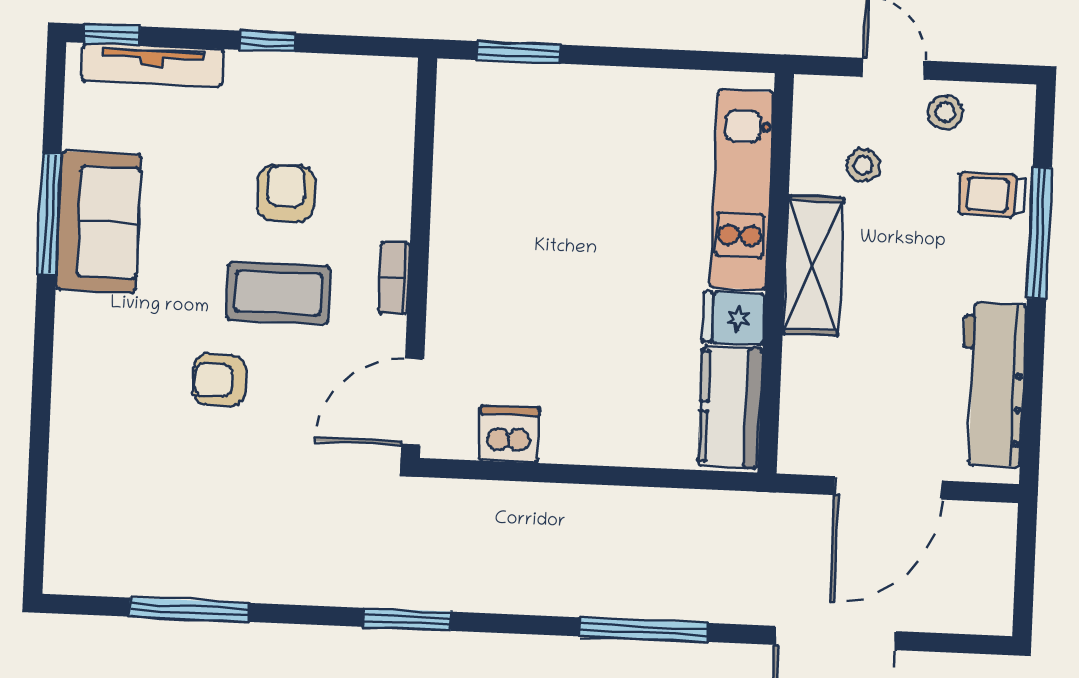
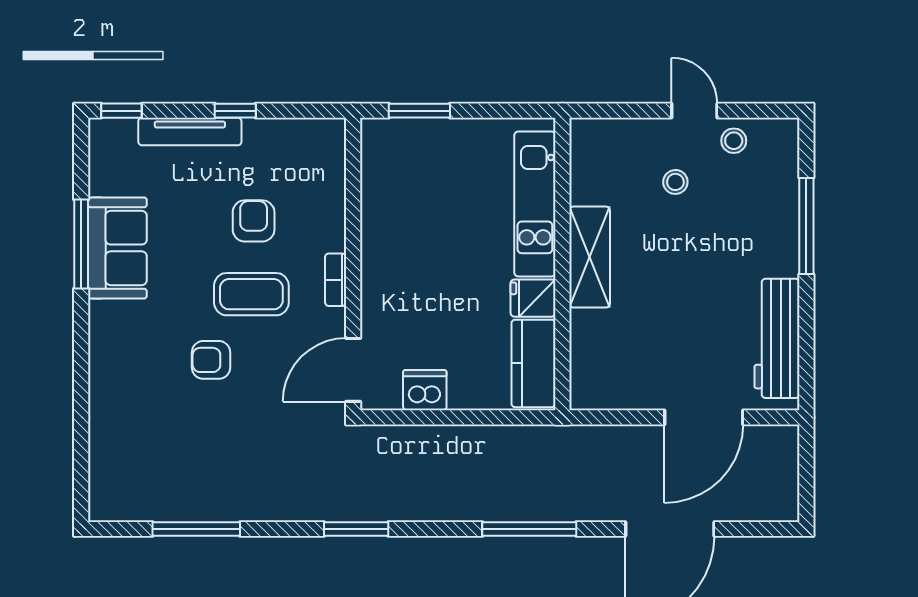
tv unit: (153, 65) -> (190, 132), moved
kitchen unit: (742, 190) -> (535, 204), moved
trolley: (992, 195) -> (770, 199), removed
shelving: (813, 265) -> (590, 257), moved
wall: (776, 273) -> (562, 264), moved
fridge: (734, 318) -> (533, 298), moved
kitchen counter: (730, 407) -> (533, 363), moved

